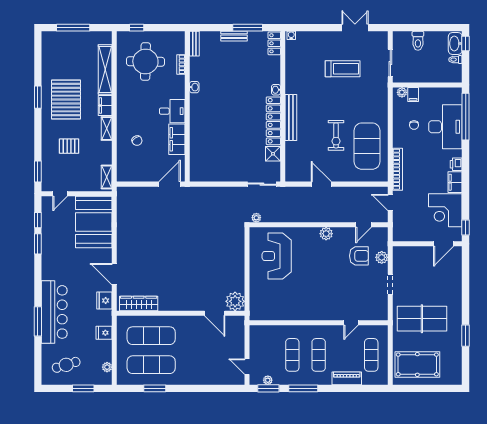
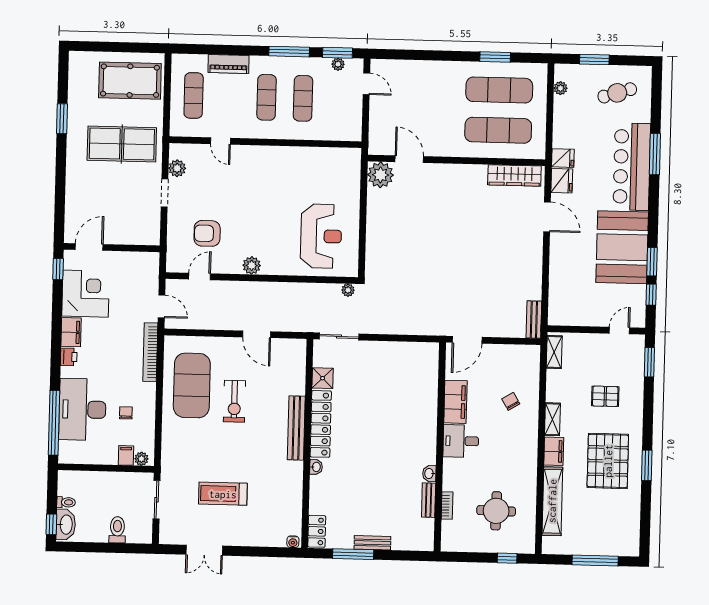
bench: (194, 44) -> (429, 500), moved
round table: (145, 61) -> (496, 511), width x0.73, depth x0.73
exercise bike: (336, 135) -> (234, 401), turned 180
bench: (122, 200) -> (534, 320), added
booth: (94, 222) -> (622, 247), moved
plant: (382, 257) -> (177, 168), moved
door: (351, 323) -> (221, 141), swing flipped
fridge: (104, 333) -> (563, 158), moved

